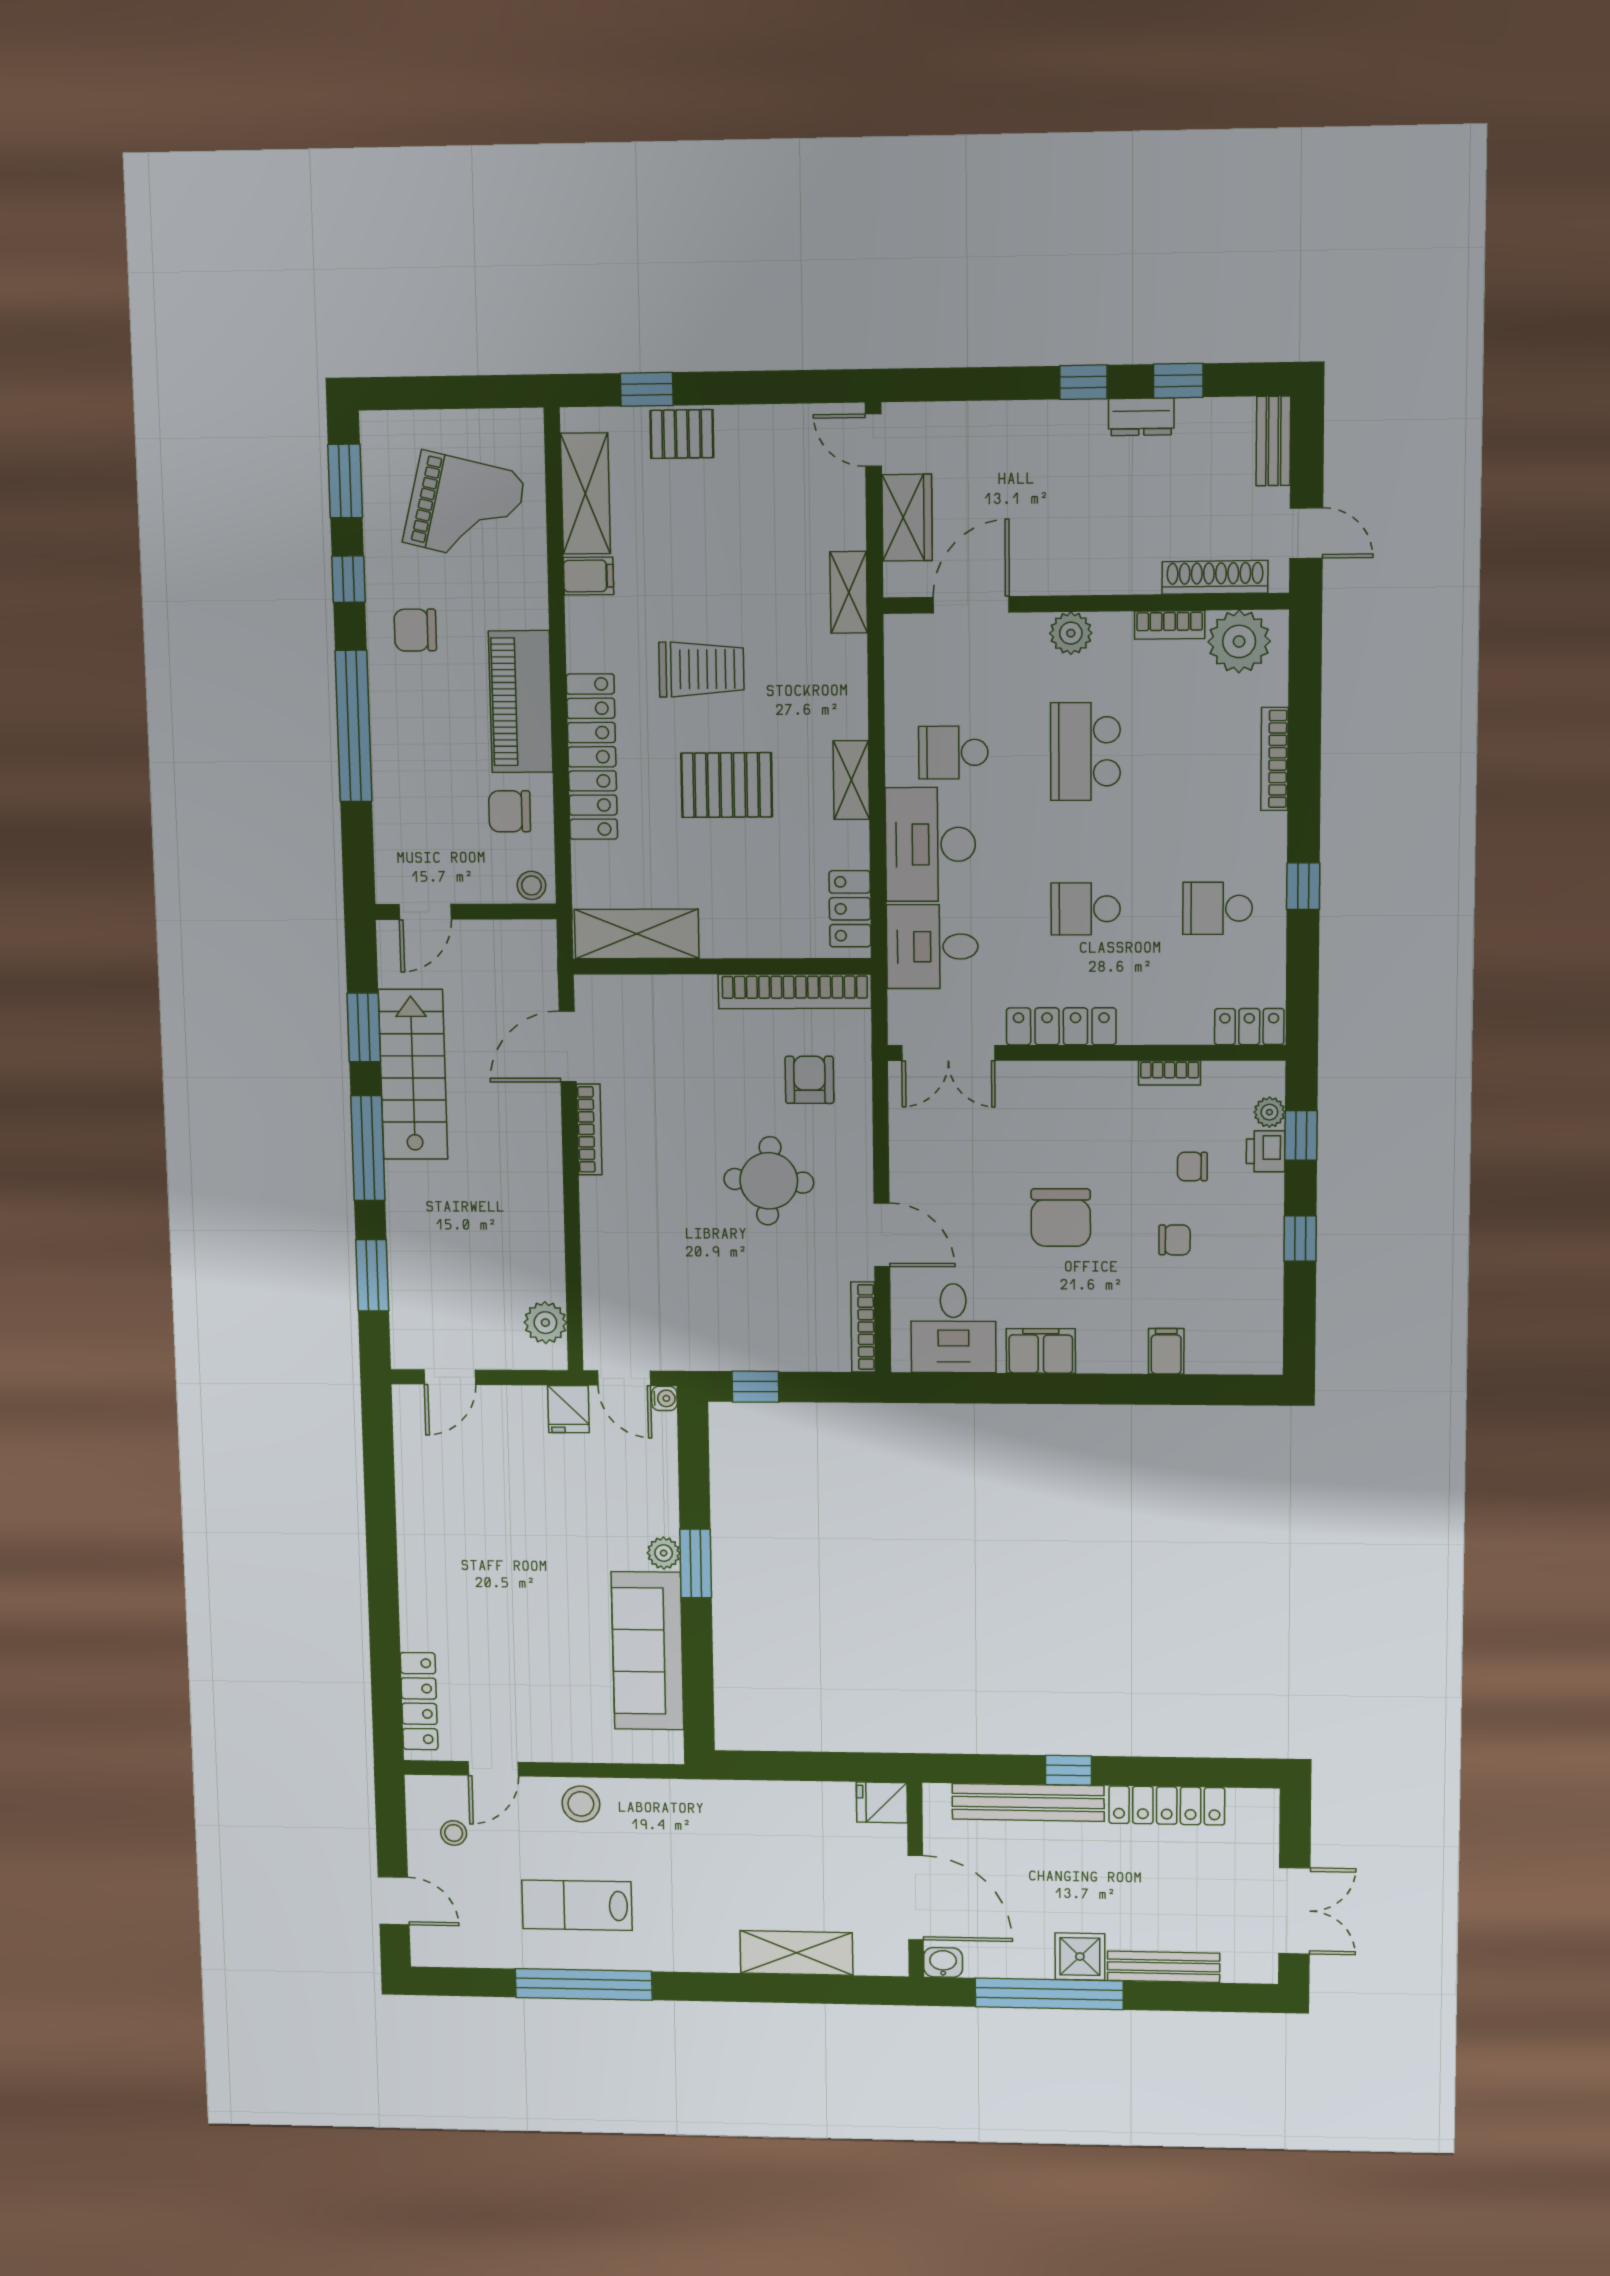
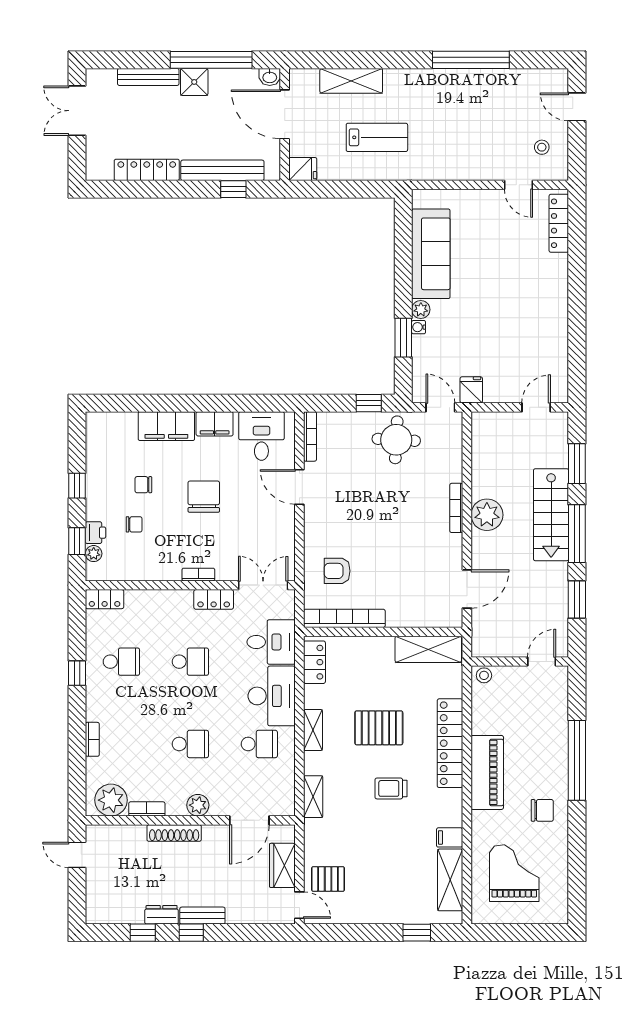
pallet: (682, 434) -> (328, 879), moved
bench: (1273, 441) -> (202, 916), moved, turned 90
window: (345, 481) -> (577, 888), removed
grand piano: (464, 508) -> (514, 873), turned 76
shoe rack: (1215, 577) -> (174, 833), moved
window: (348, 579) -> (577, 837), removed
shelving: (849, 592) -> (313, 797), moved
trolley: (701, 669) -> (391, 788), width x0.73, depth x0.72
school desk: (1085, 751) -> (190, 744), width x0.54
bookcase: (1275, 759) -> (92, 739), width x0.64
chair: (510, 811) -> (495, 715), removed
locker: (1061, 1026) -> (214, 599), width x0.66
bookcase: (1170, 1073) -> (198, 575), moved
stairs: (413, 1074) -> (551, 515), moved
armchair: (809, 1080) -> (337, 571), turned 90
bookcase: (589, 1129) -> (456, 508), moved
round table: (769, 1181) -> (396, 440), moved
plant: (545, 1323) -> (487, 515), moved, width x1.36, depth x1.36
filing cabinet: (1166, 1351) -> (166, 426), width x3.00, depth x1.17
water cooler: (664, 1398) -> (419, 327), moved
window: (696, 1563) -> (403, 338), moved
door: (493, 1769) -> (518, 185), swing flipped
window: (1069, 1770) -> (233, 189), moved
stool: (581, 1804) -> (470, 165), removed
lab bench: (577, 1905) -> (377, 137), moved

